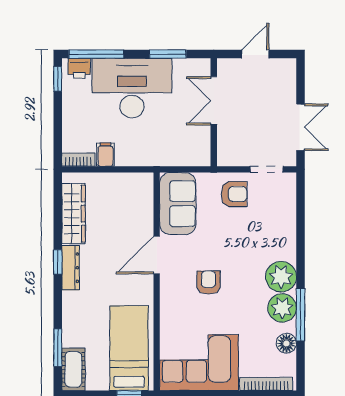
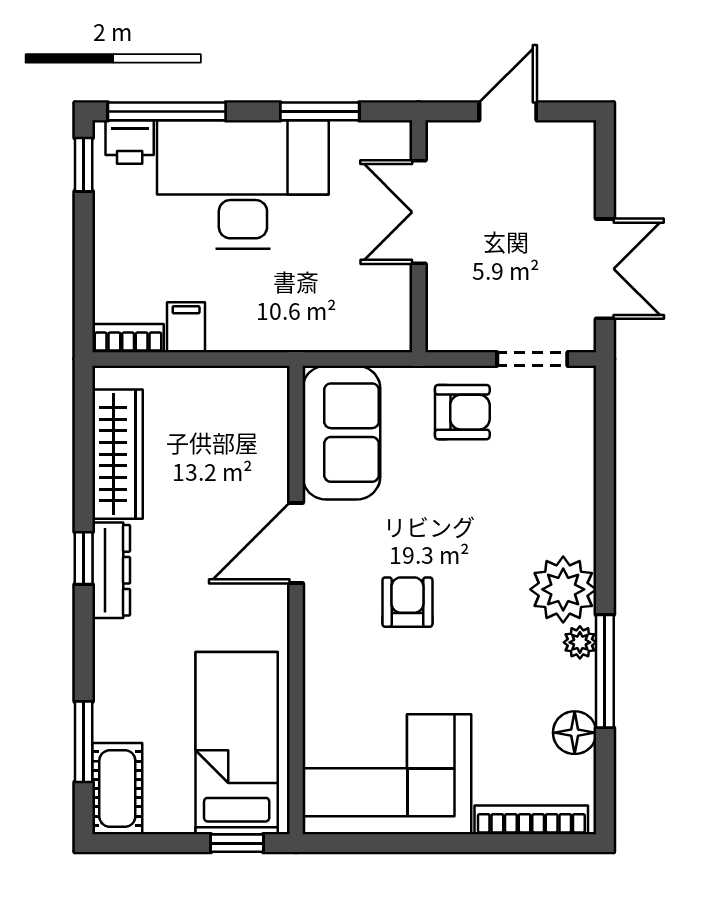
plant: (282, 308) -> (580, 642), width x0.53, depth x0.53

